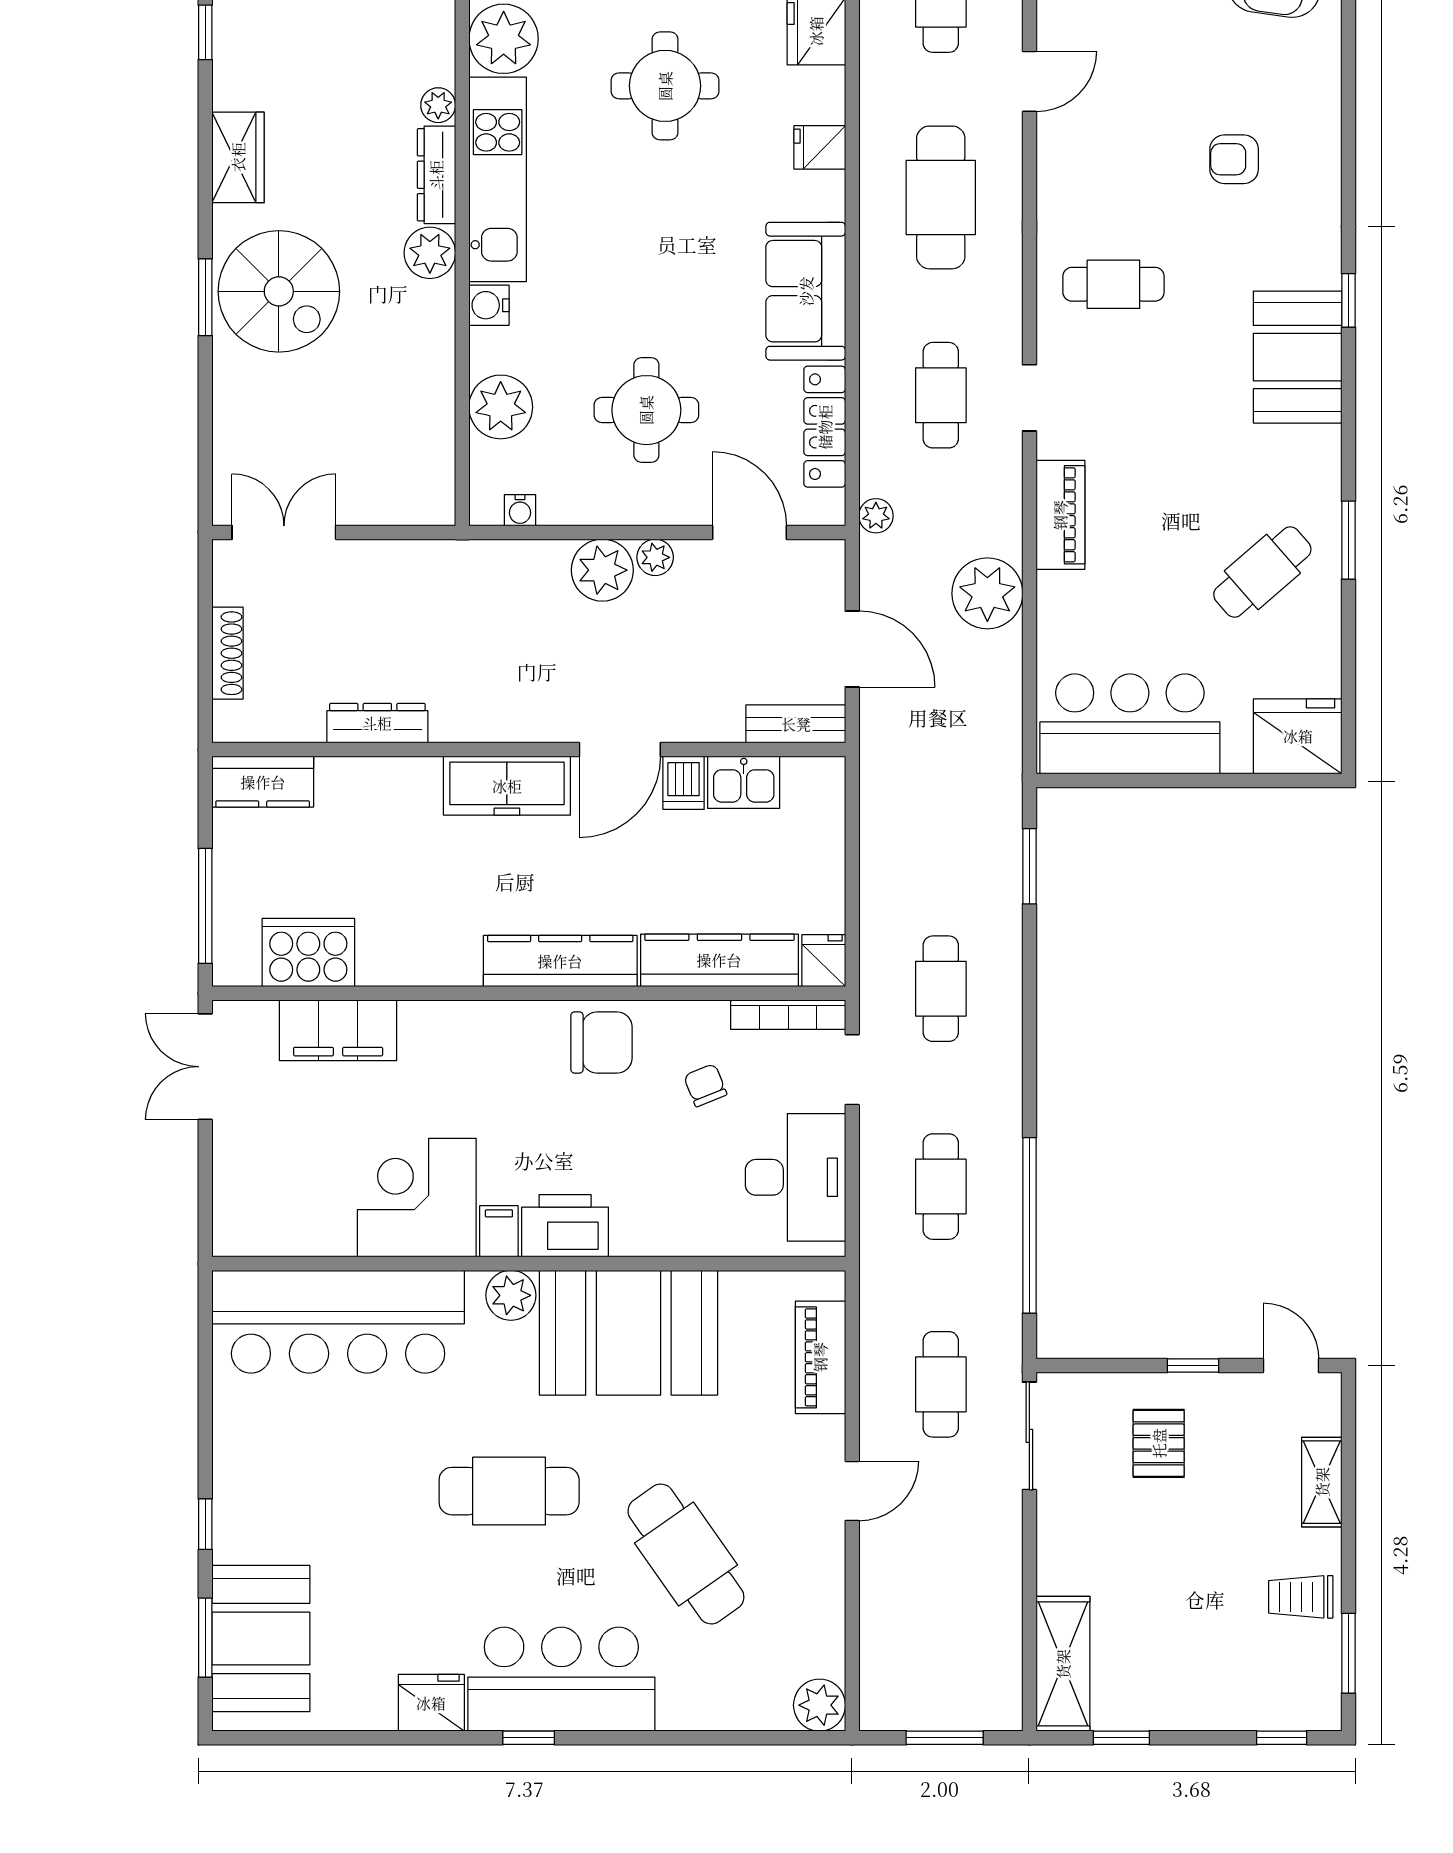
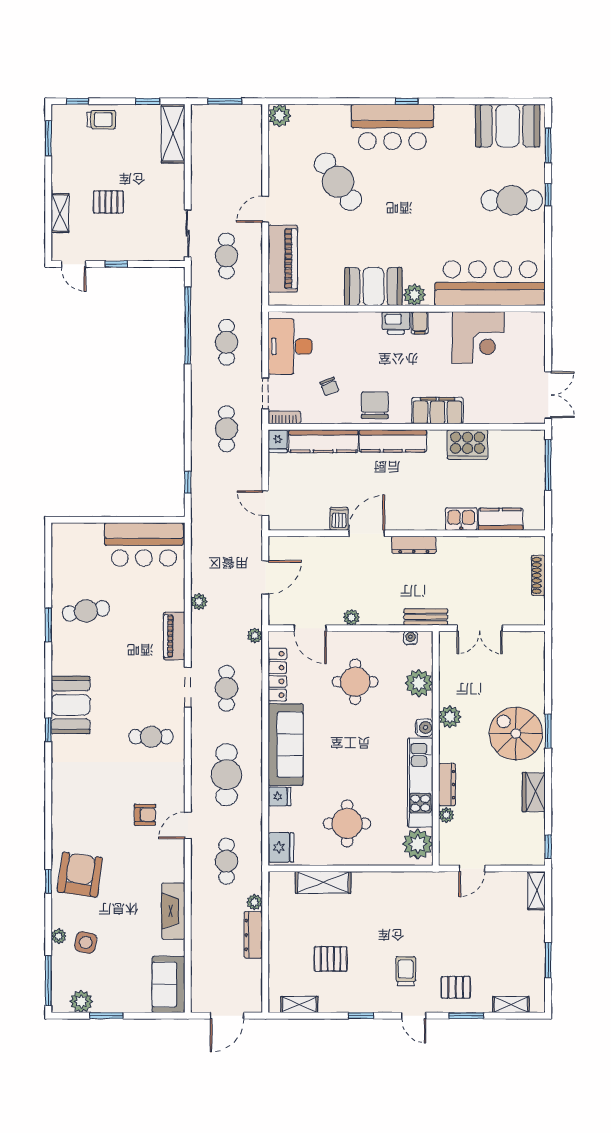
armchair: (1234, 159) -> (145, 815), moved
plant: (430, 253) -> (450, 717), moved
sofa: (806, 291) -> (286, 745), width x1.36
doorway: (1029, 398) -> (188, 687), width x1.38
double door: (284, 532) -> (480, 628), moved
plant: (602, 570) -> (374, 612), removed
cafe table: (1262, 572) -> (86, 611), turned 32
plant: (987, 593) -> (199, 602), width x0.53, depth x0.53
door: (852, 649) -> (265, 577), swing flipped
dresser: (377, 723) -> (414, 545), moved
bench: (796, 724) -> (426, 617), moved
fridge: (1298, 736) -> (71, 539), removed
kitchen counter: (263, 782) -> (501, 519), moved
kitchen sink: (744, 782) -> (461, 519), moved
freezer: (507, 786) -> (416, 518), removed
door: (852, 818) -> (265, 503), added
window: (1029, 866) -> (188, 482), width x0.67
cooker: (308, 953) -> (468, 445), moved
bookcase: (788, 1015) -> (284, 417), width x0.64
filing cabinet: (338, 1030) -> (437, 411), moved
chair: (601, 1042) -> (375, 405), turned 90
corner desk: (417, 1198) -> (478, 337), moved
printer: (565, 1226) -> (396, 323), width x0.73, depth x0.84
booth: (628, 1333) -> (373, 287), width x0.73, depth x0.70
piano: (820, 1357) -> (283, 259), width x1.37, depth x1.33
pallet: (1159, 1443) -> (108, 202), moved, turned 90
cafe table: (509, 1491) -> (512, 200), moved
trolley: (1301, 1597) -> (101, 120), moved
booth: (261, 1639) -> (508, 126), moved, turned 90
fridge: (431, 1703) -> (449, 117), removed

